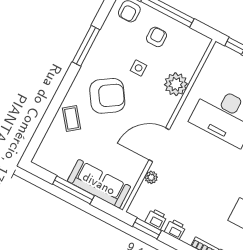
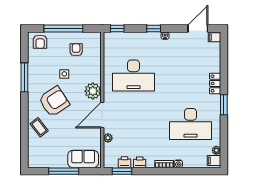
armchair: (157, 37) -> (76, 50), moved
plant: (176, 84) -> (93, 91), moved
sofa: (99, 184) -> (83, 159), width x0.73

